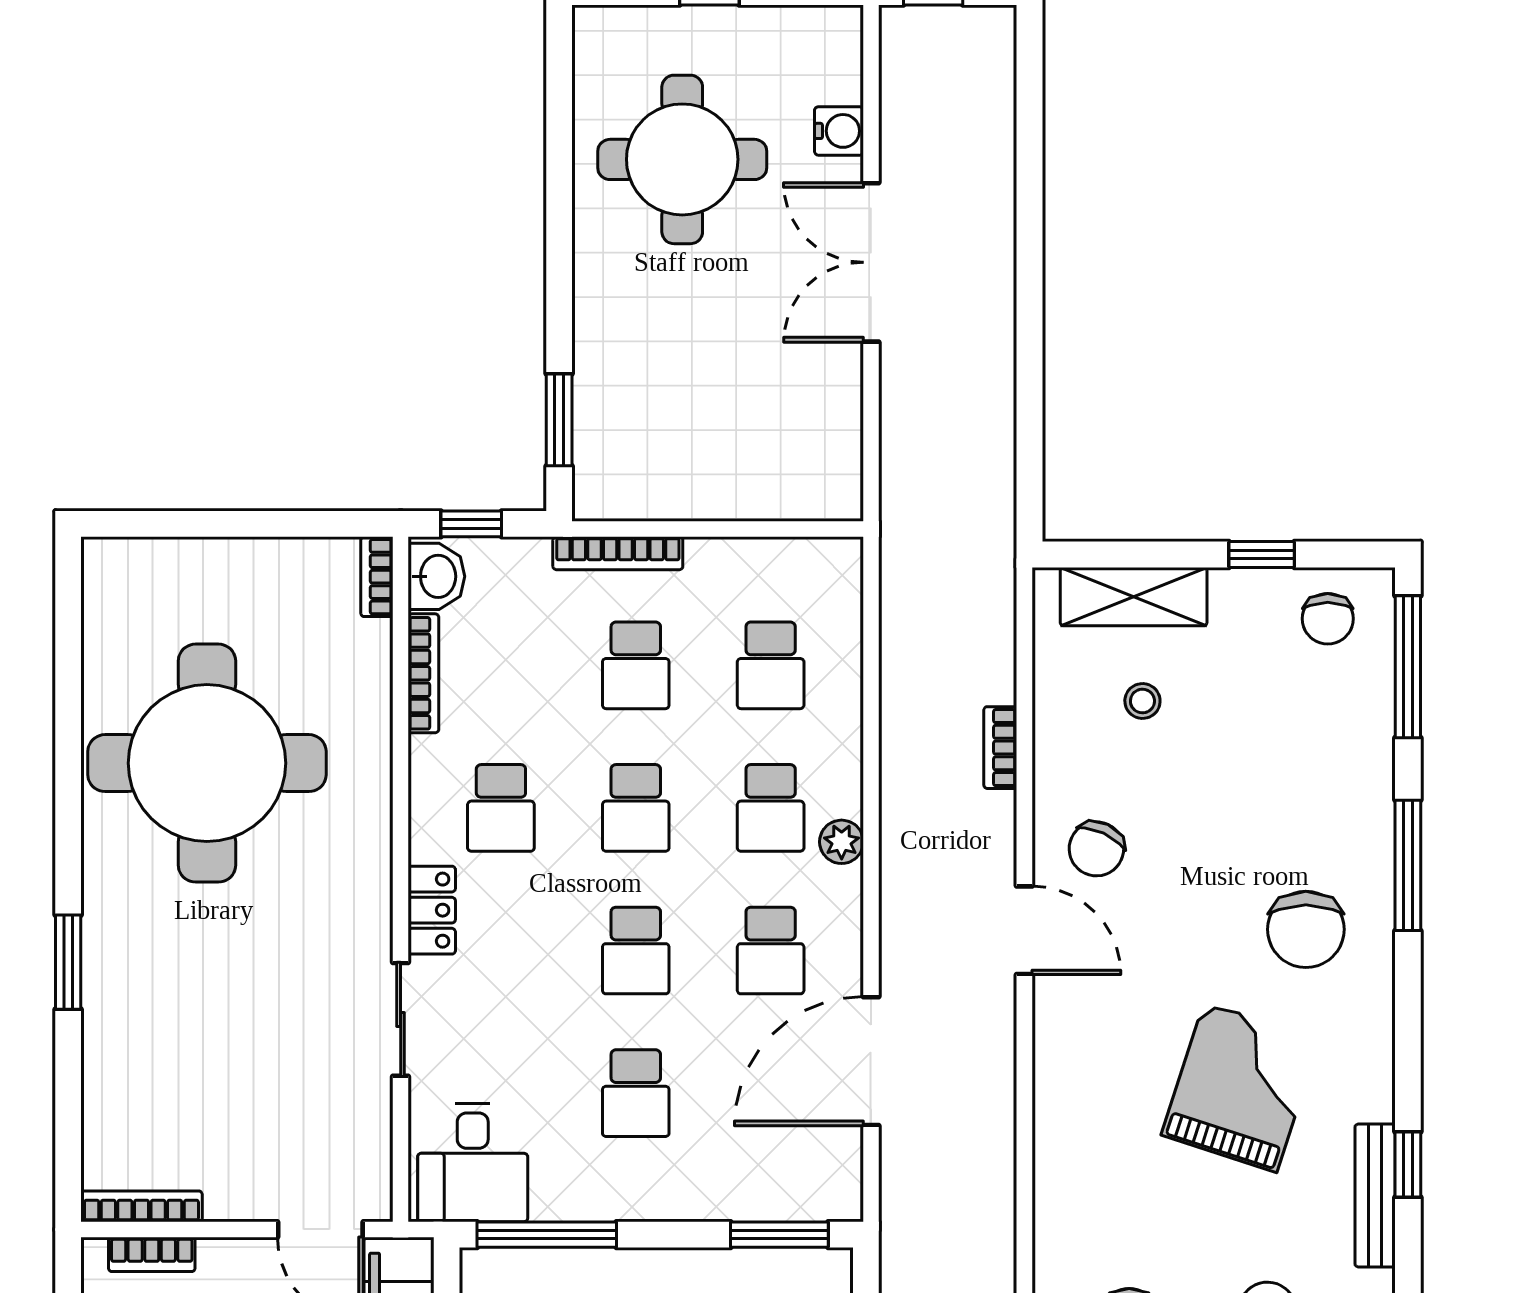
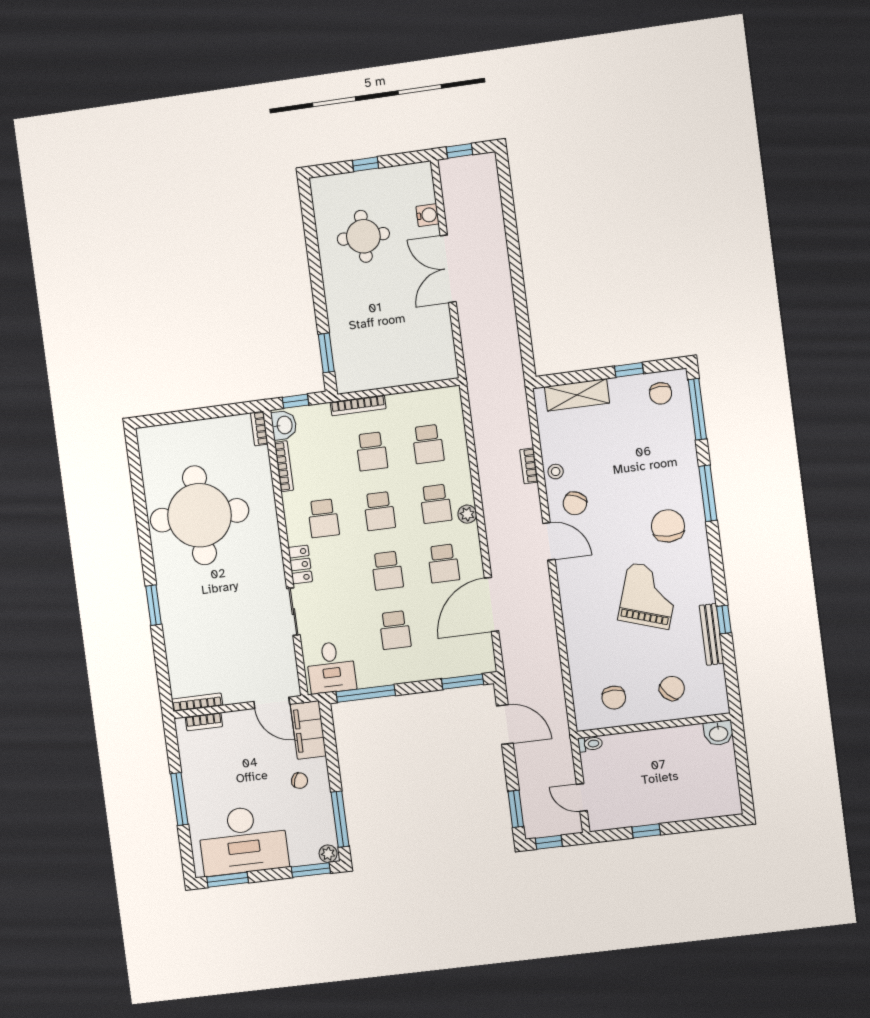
round table: (682, 159) -> (363, 236), width x0.73, depth x0.73
stool: (1142, 701) -> (556, 472), moved
chair: (1306, 929) -> (668, 526), turned 180

